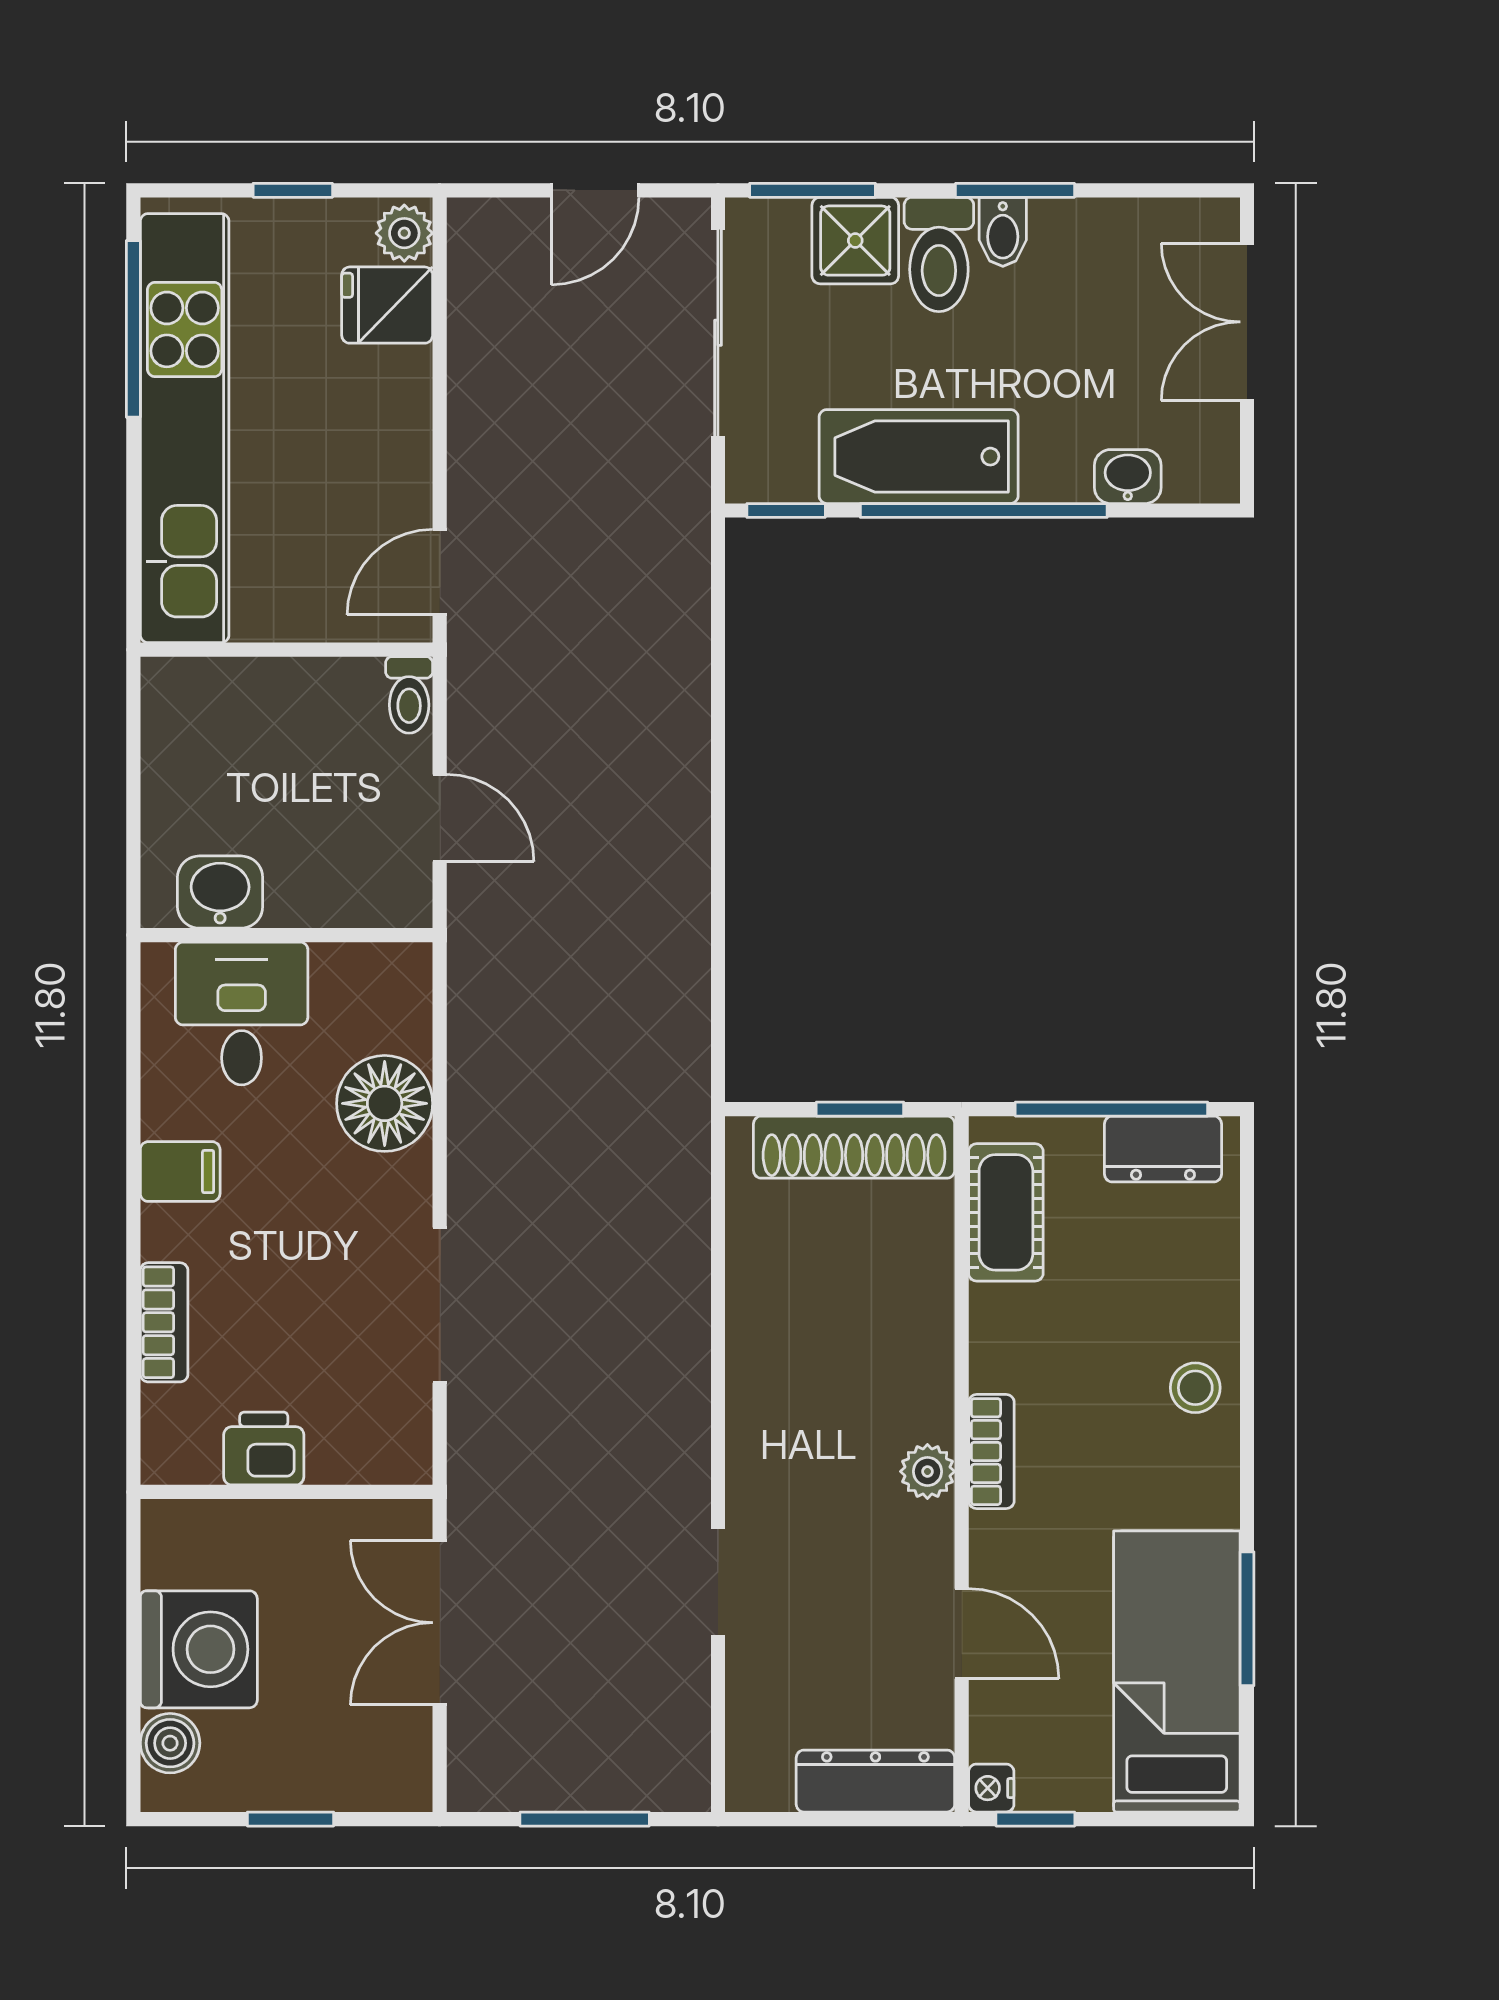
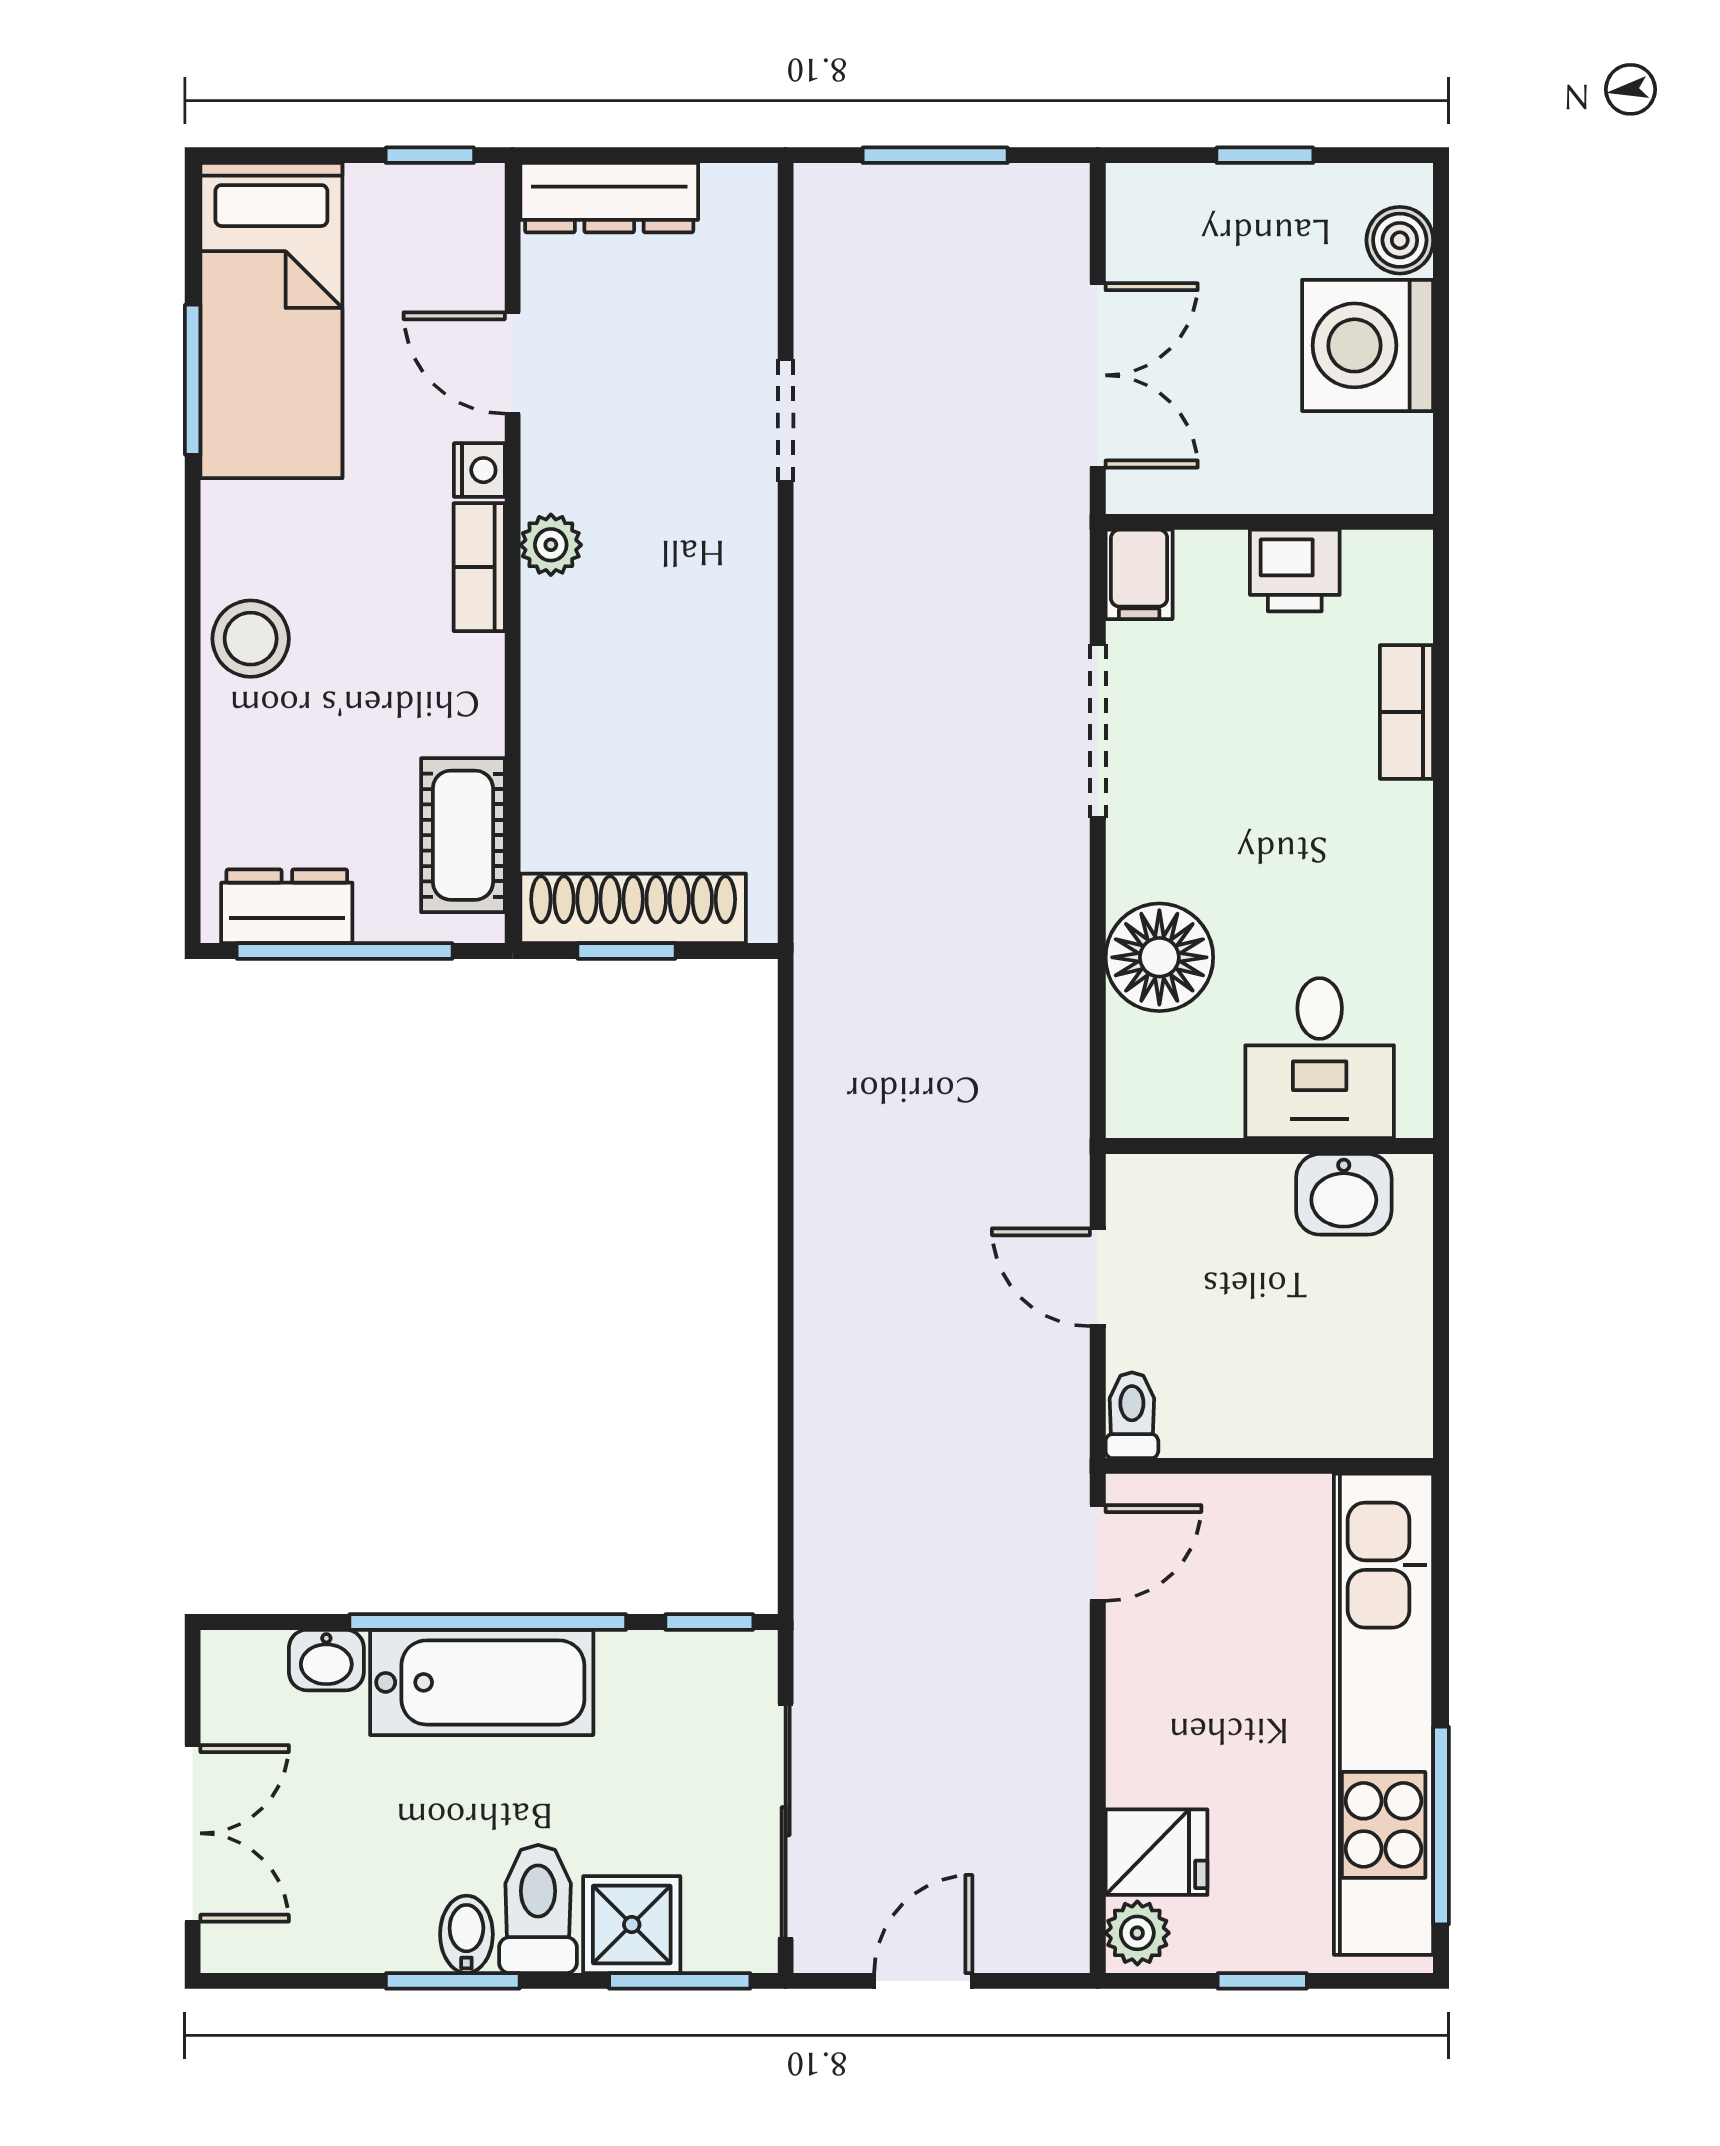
bathtub: (919, 457) -> (482, 1682), moved
filing cabinet: (180, 1172) -> (1139, 574), moved, turned -90
stool: (1195, 1388) -> (251, 639), width x1.37, depth x1.37
nightstand: (991, 1788) -> (479, 470), moved

